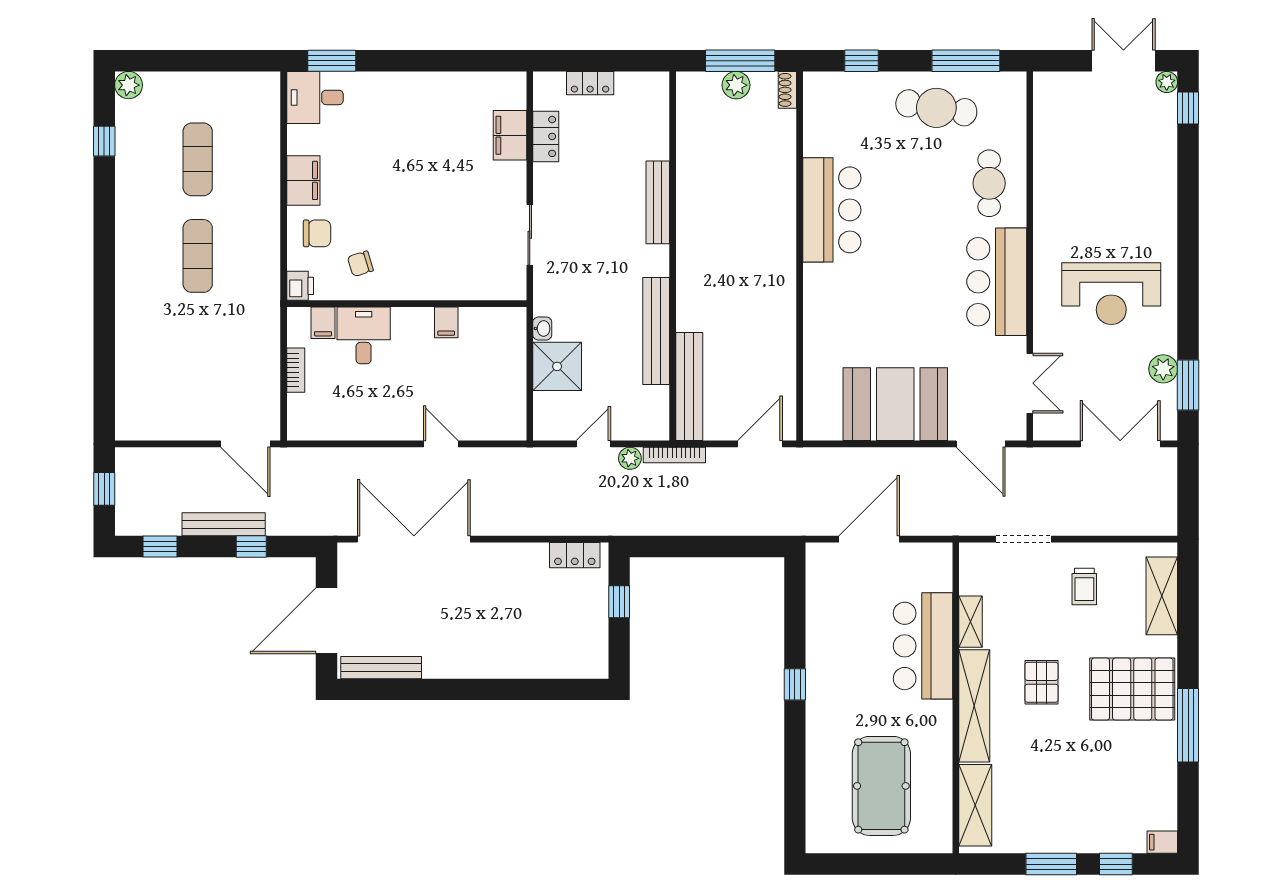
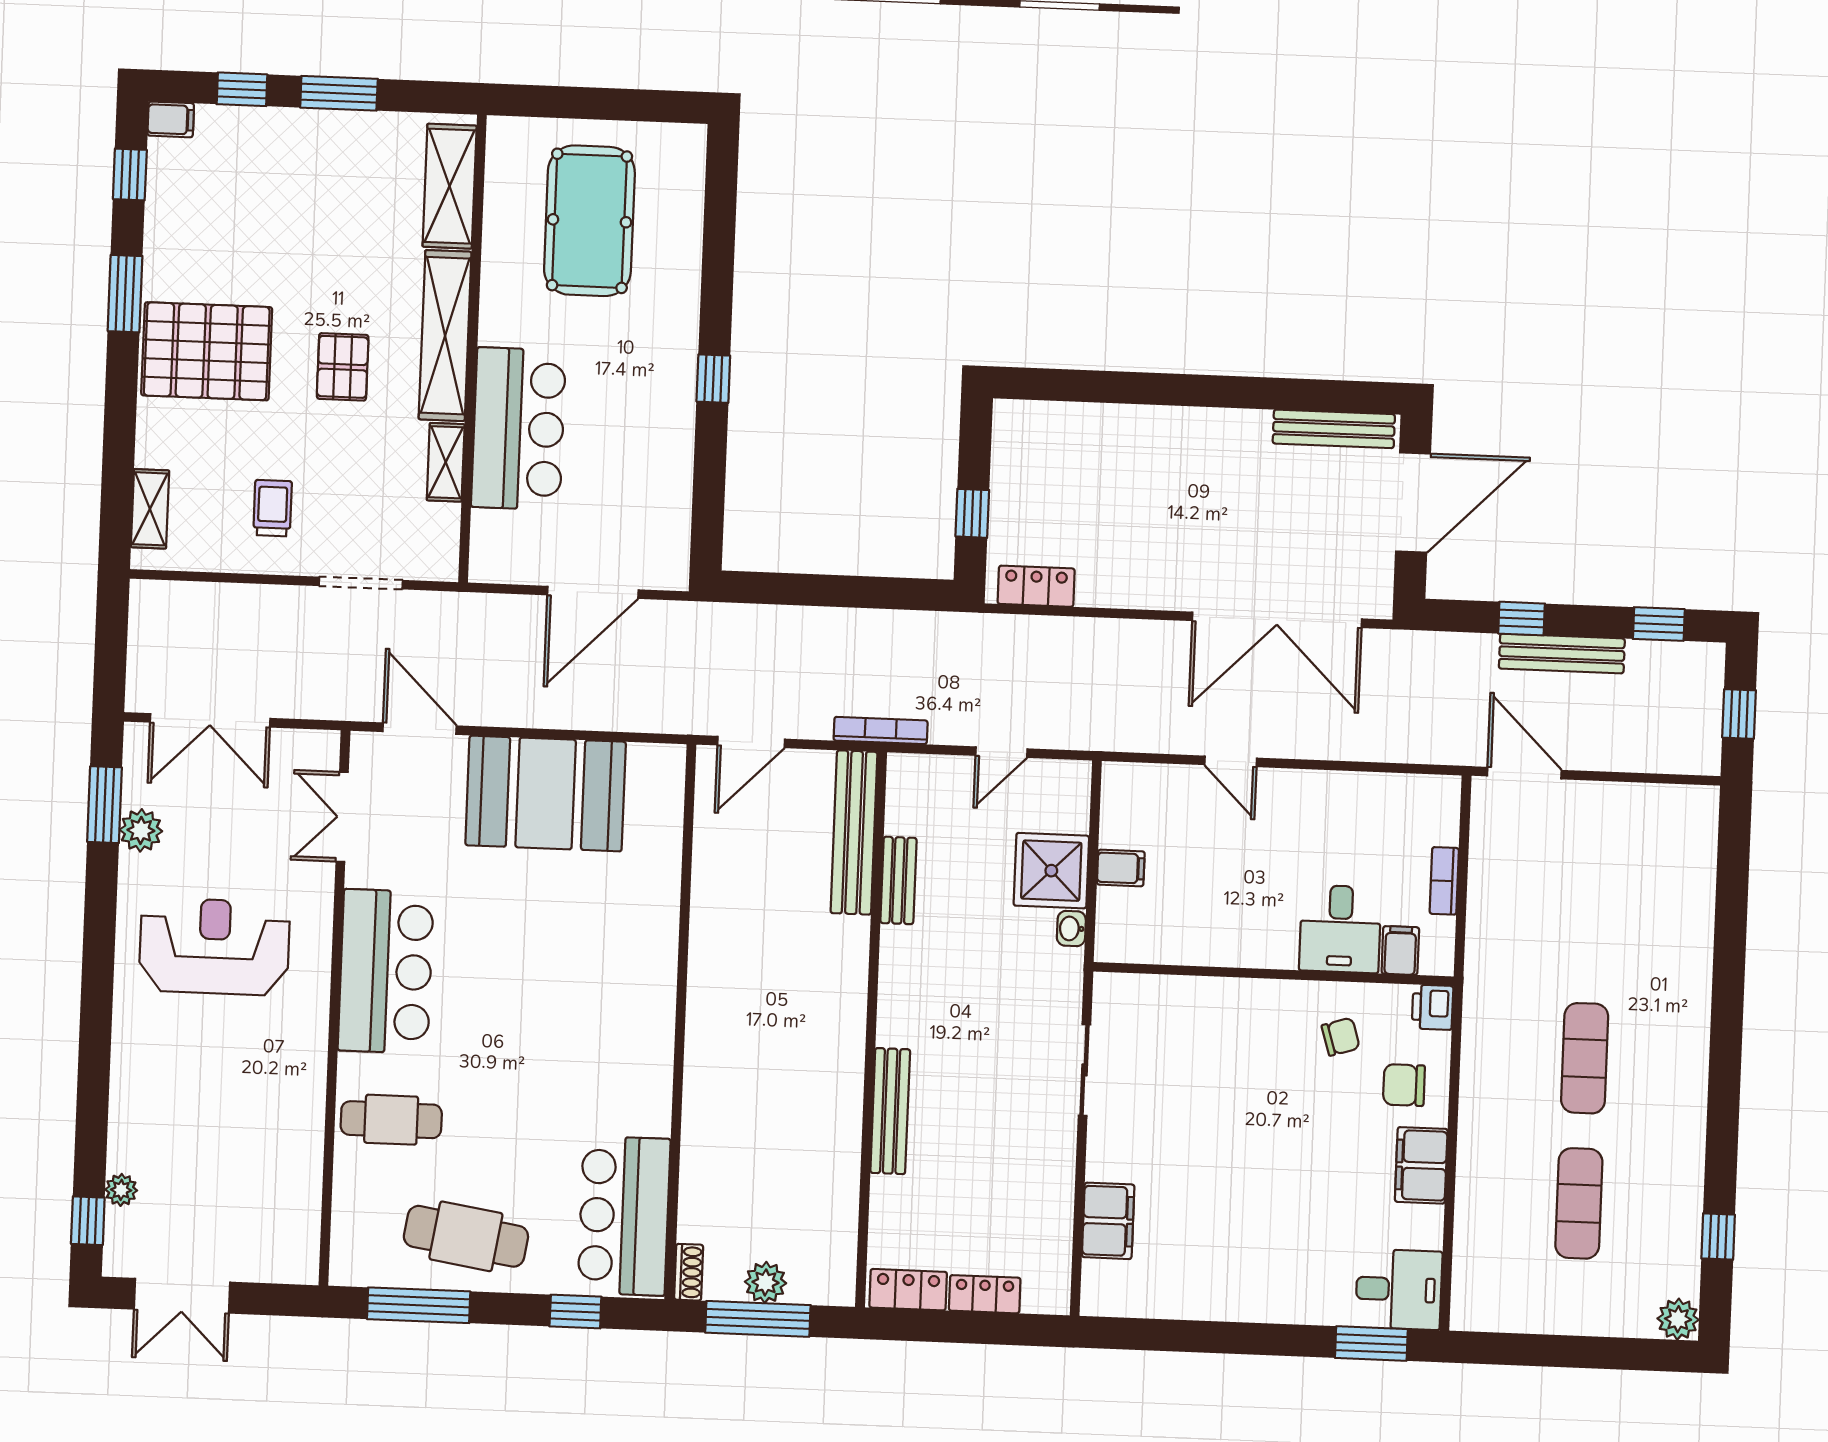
plant: (1167, 82) -> (121, 1190), moved
locker: (546, 136) -> (908, 1290), moved, turned 90
cafe table: (989, 183) -> (391, 1120), turned 90
bar counter: (832, 210) -> (624, 1216), moved
filing cabinet: (446, 322) -> (1121, 868), moved, turned 90
bench: (656, 331) -> (898, 880), width x0.54, depth x0.82
plant: (630, 458) -> (947, 728), removed
shelving: (1162, 596) -> (150, 509), width x0.67, depth x0.75
window: (1188, 725) -> (125, 294), width x0.69
window: (1188, 805) -> (130, 174), added

